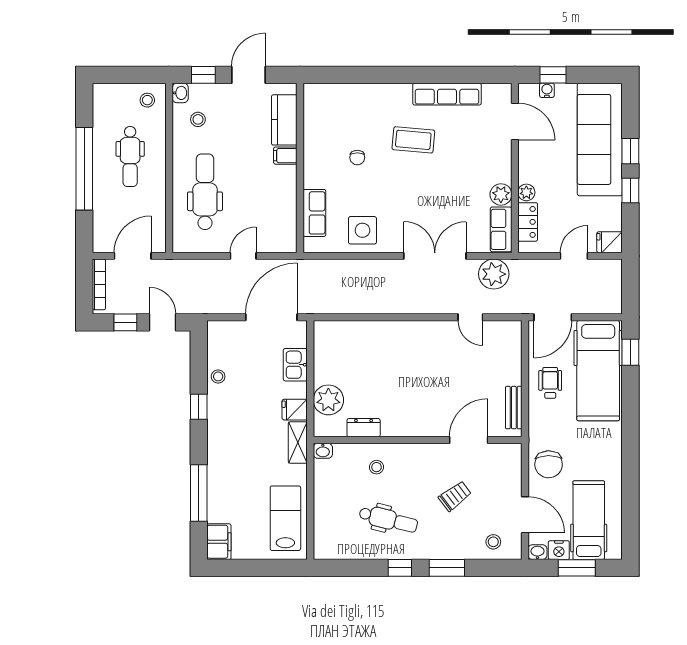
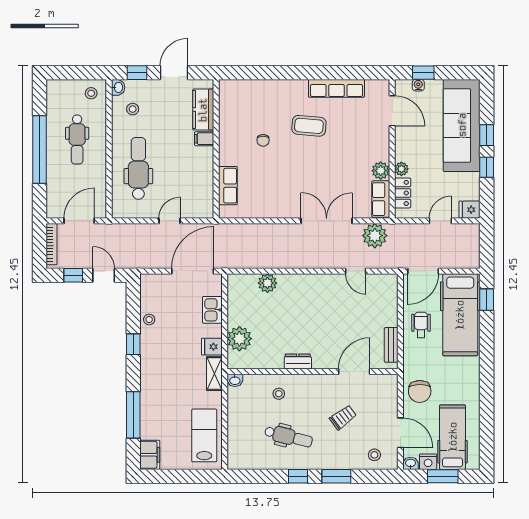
side table: (362, 230) -> (267, 200), removed
plant: (363, 332) -> (267, 283), added
dresser: (364, 428) -> (298, 361), moved

